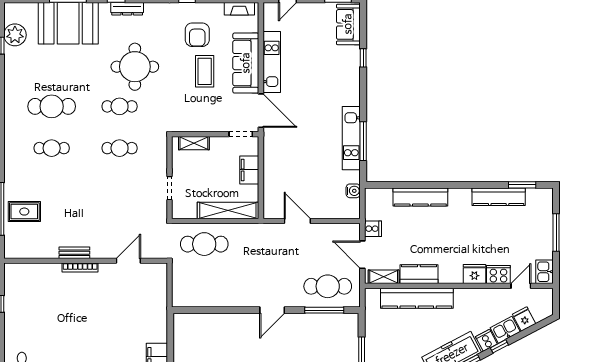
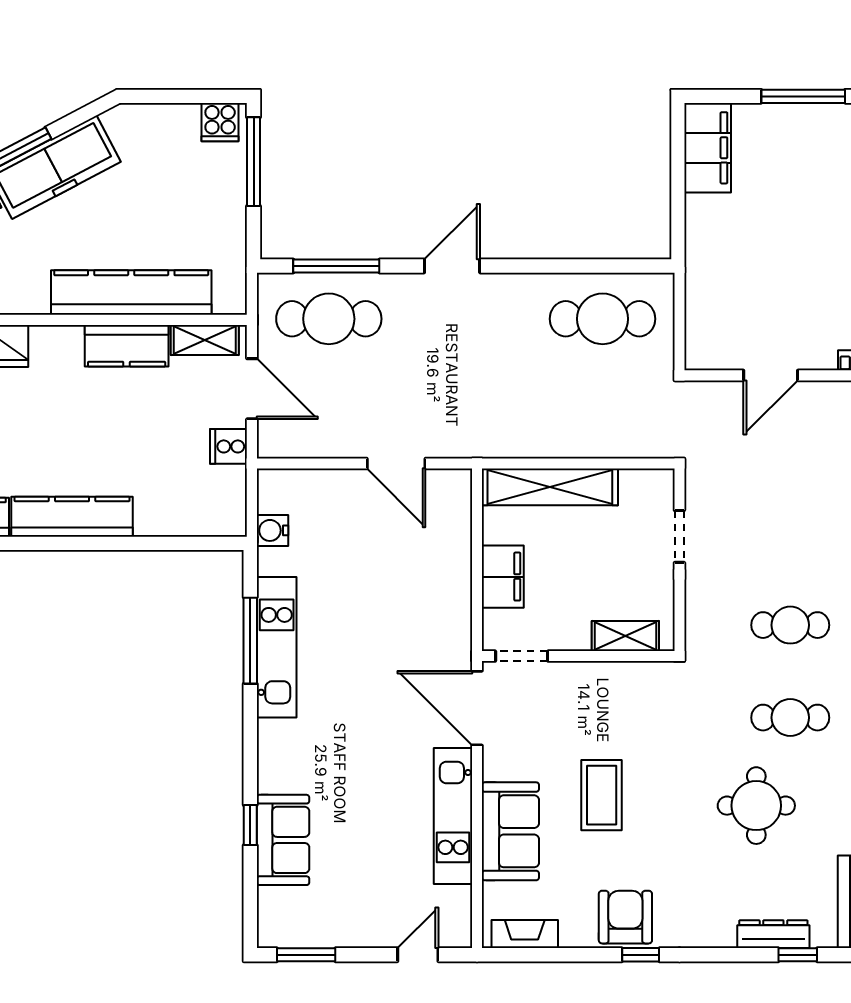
sofa: (348, 24) -> (283, 840), moved
armchair: (197, 35) -> (625, 917), moved
sofa: (246, 63) -> (510, 831), width x0.73
round table: (135, 67) -> (756, 806), width x0.73, depth x0.73
kitchen counter: (420, 197) -> (72, 517), moved
cafe table: (204, 244) -> (603, 319), moved

